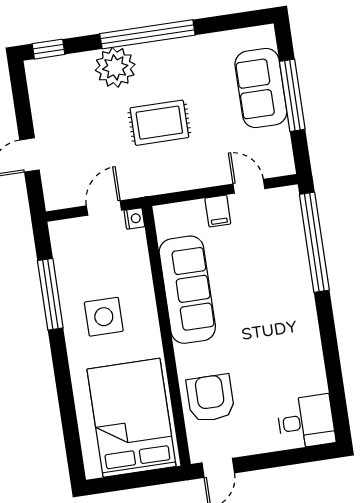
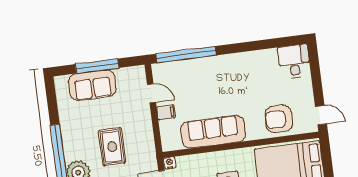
door: (249, 186) -> (151, 93), swing flipped

